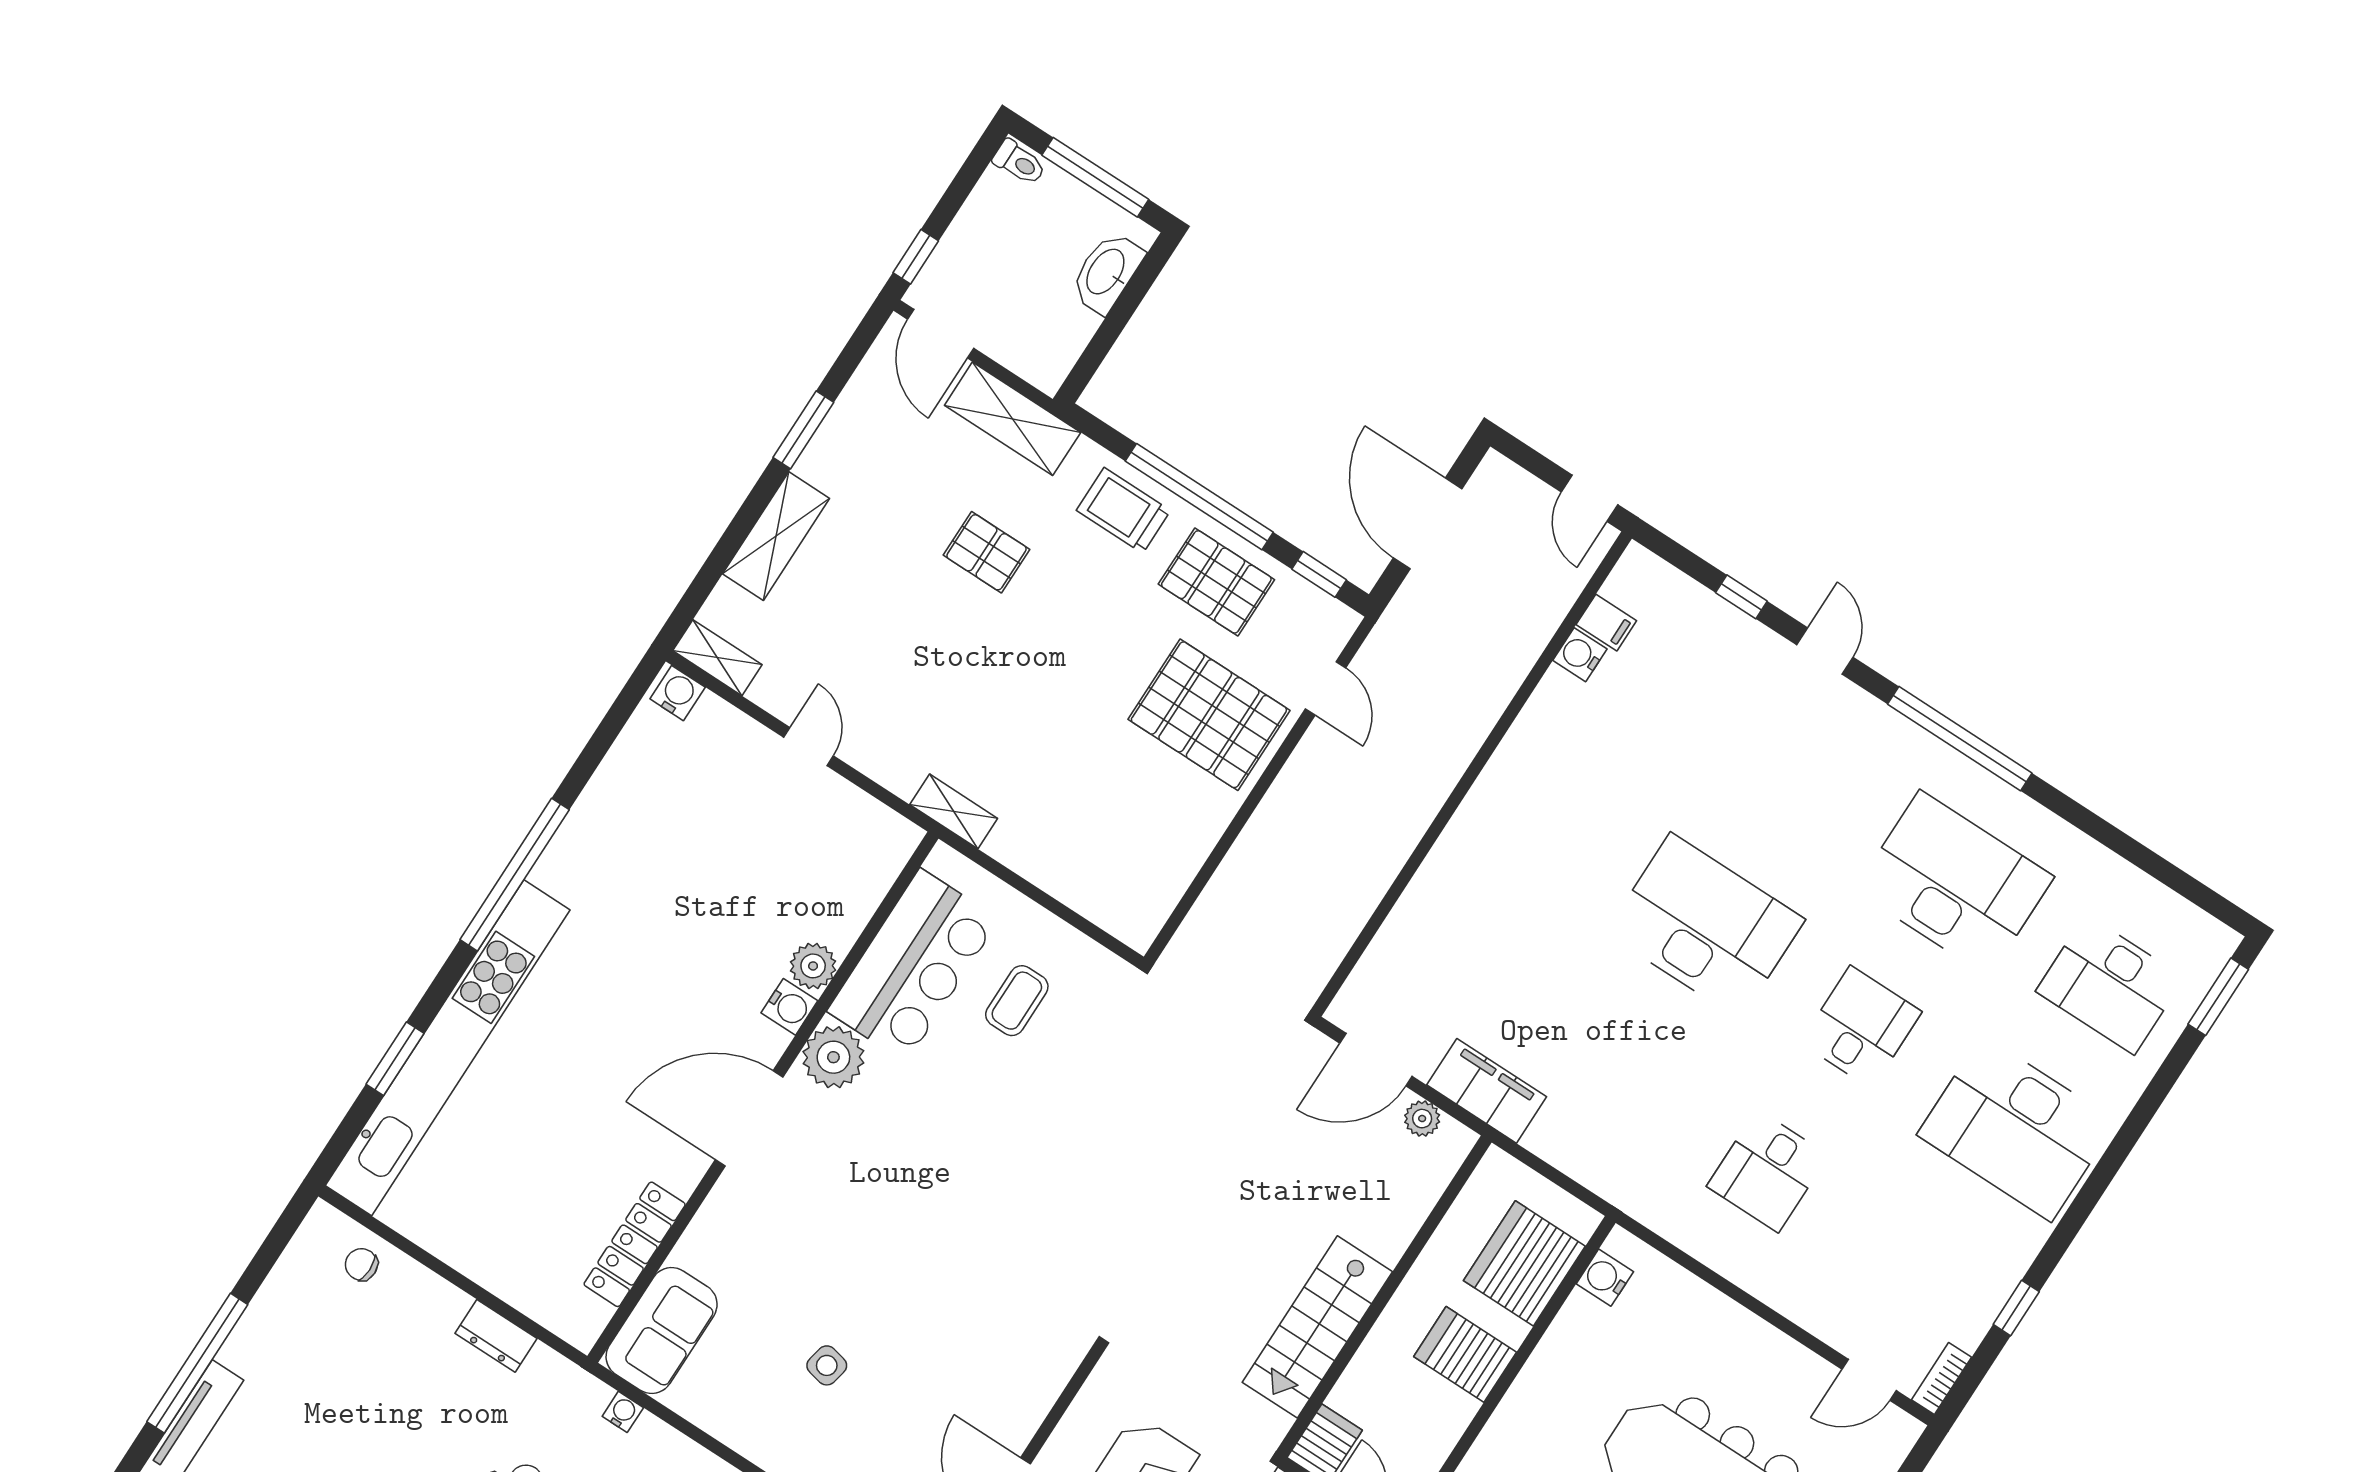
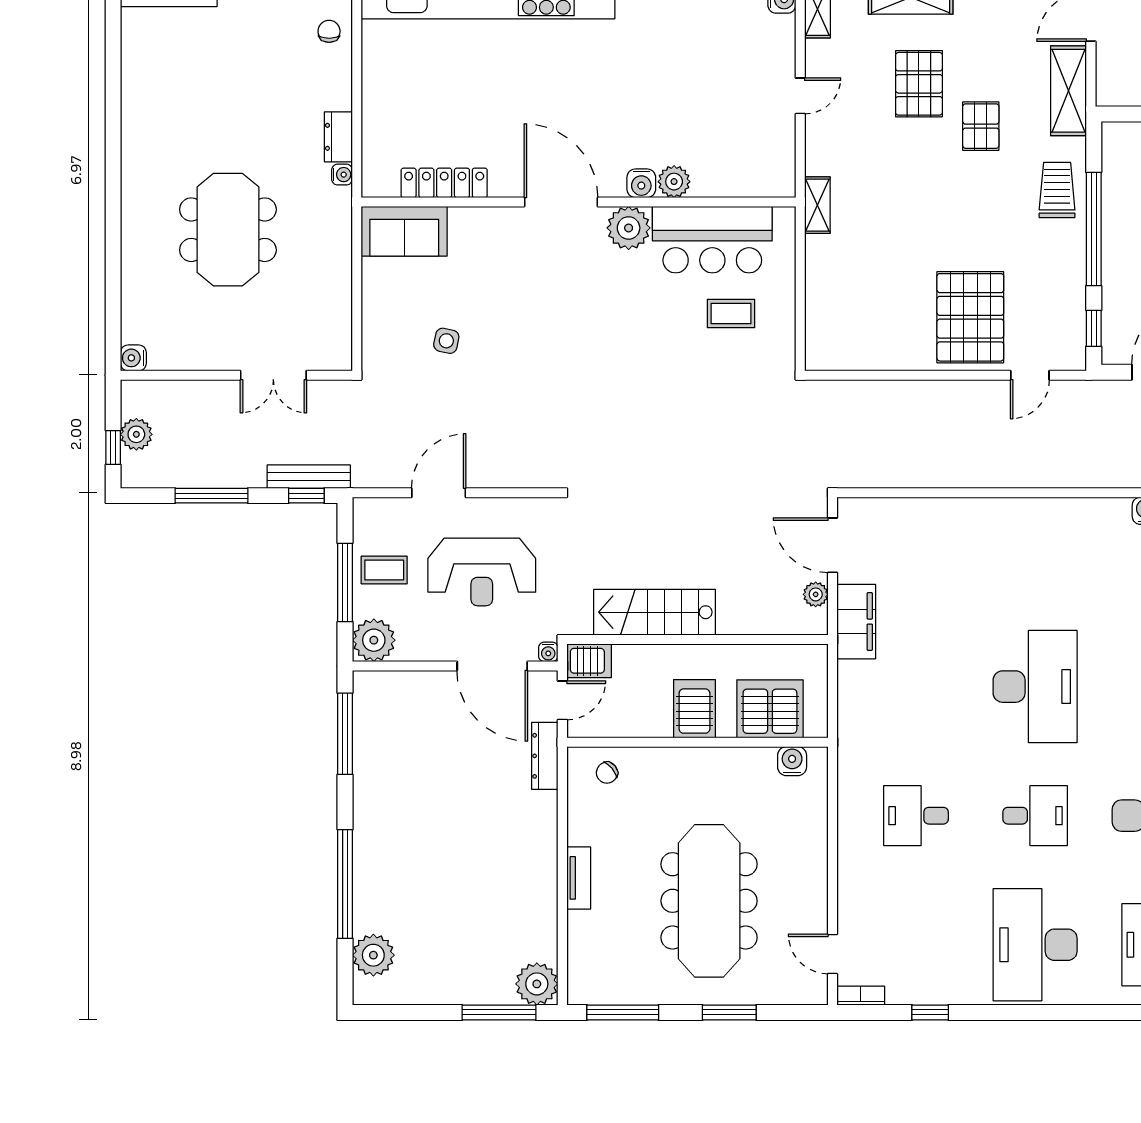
pallet: (1216, 582) -> (919, 84), moved
water cooler: (623, 1412) -> (342, 175), moved

